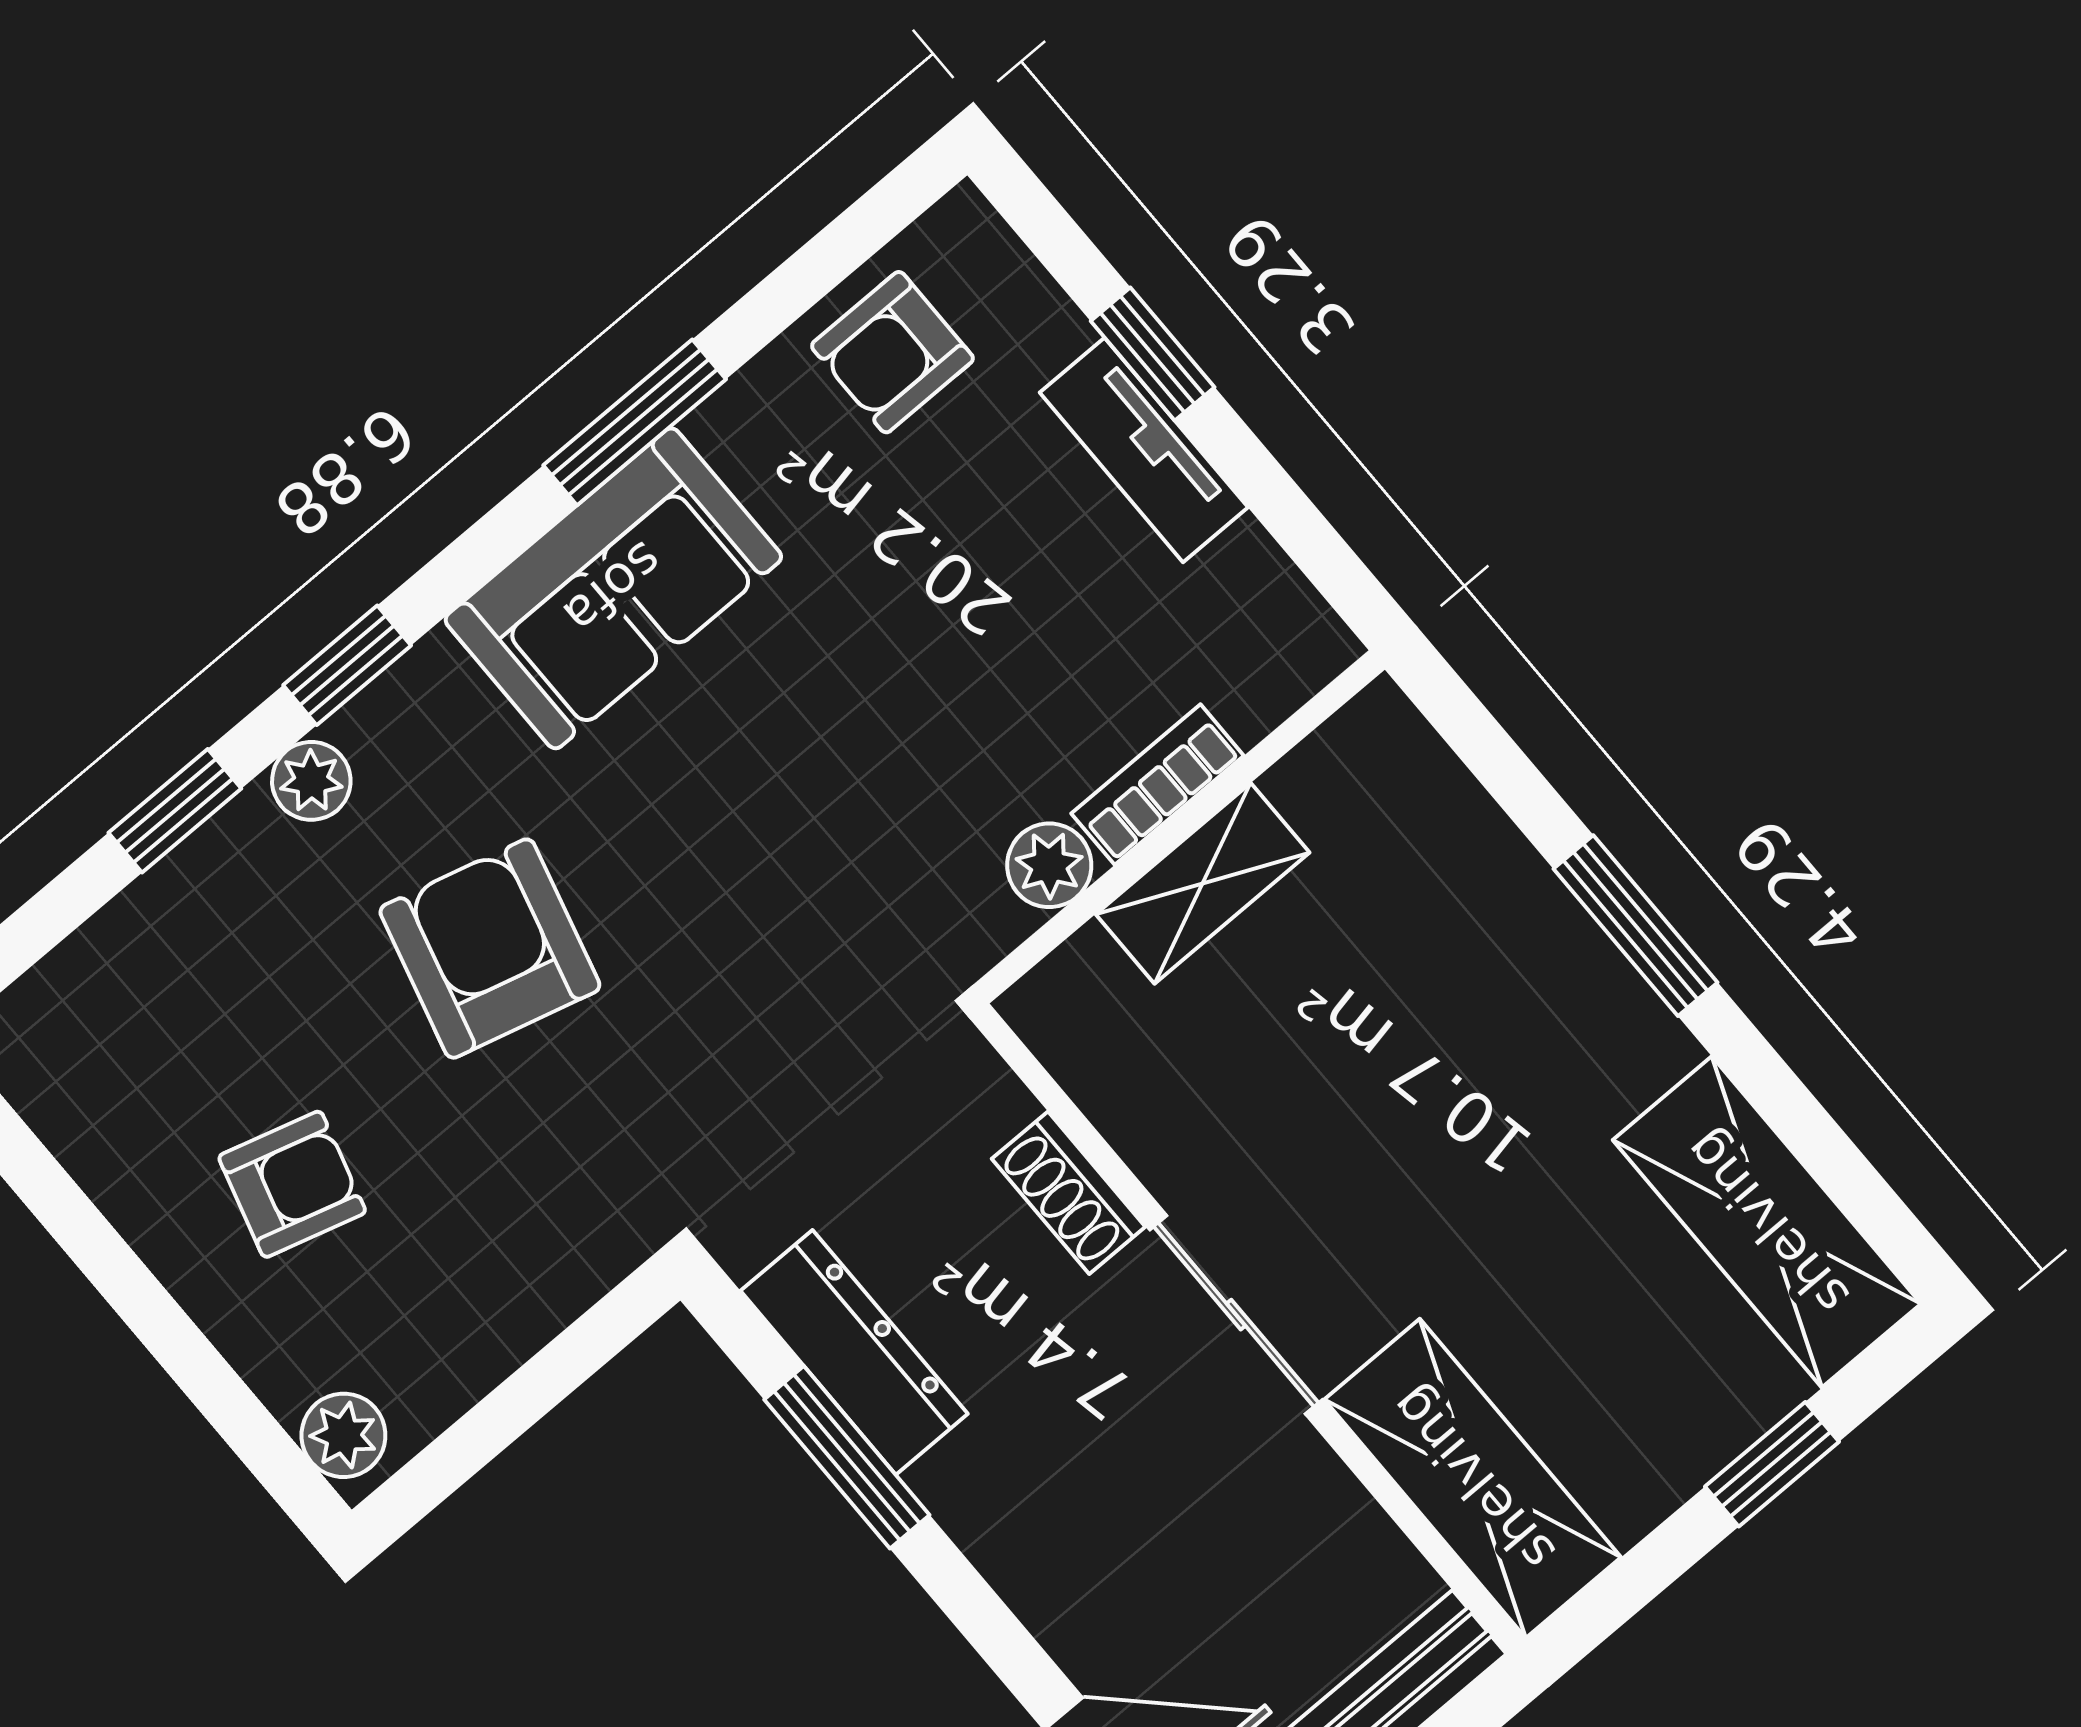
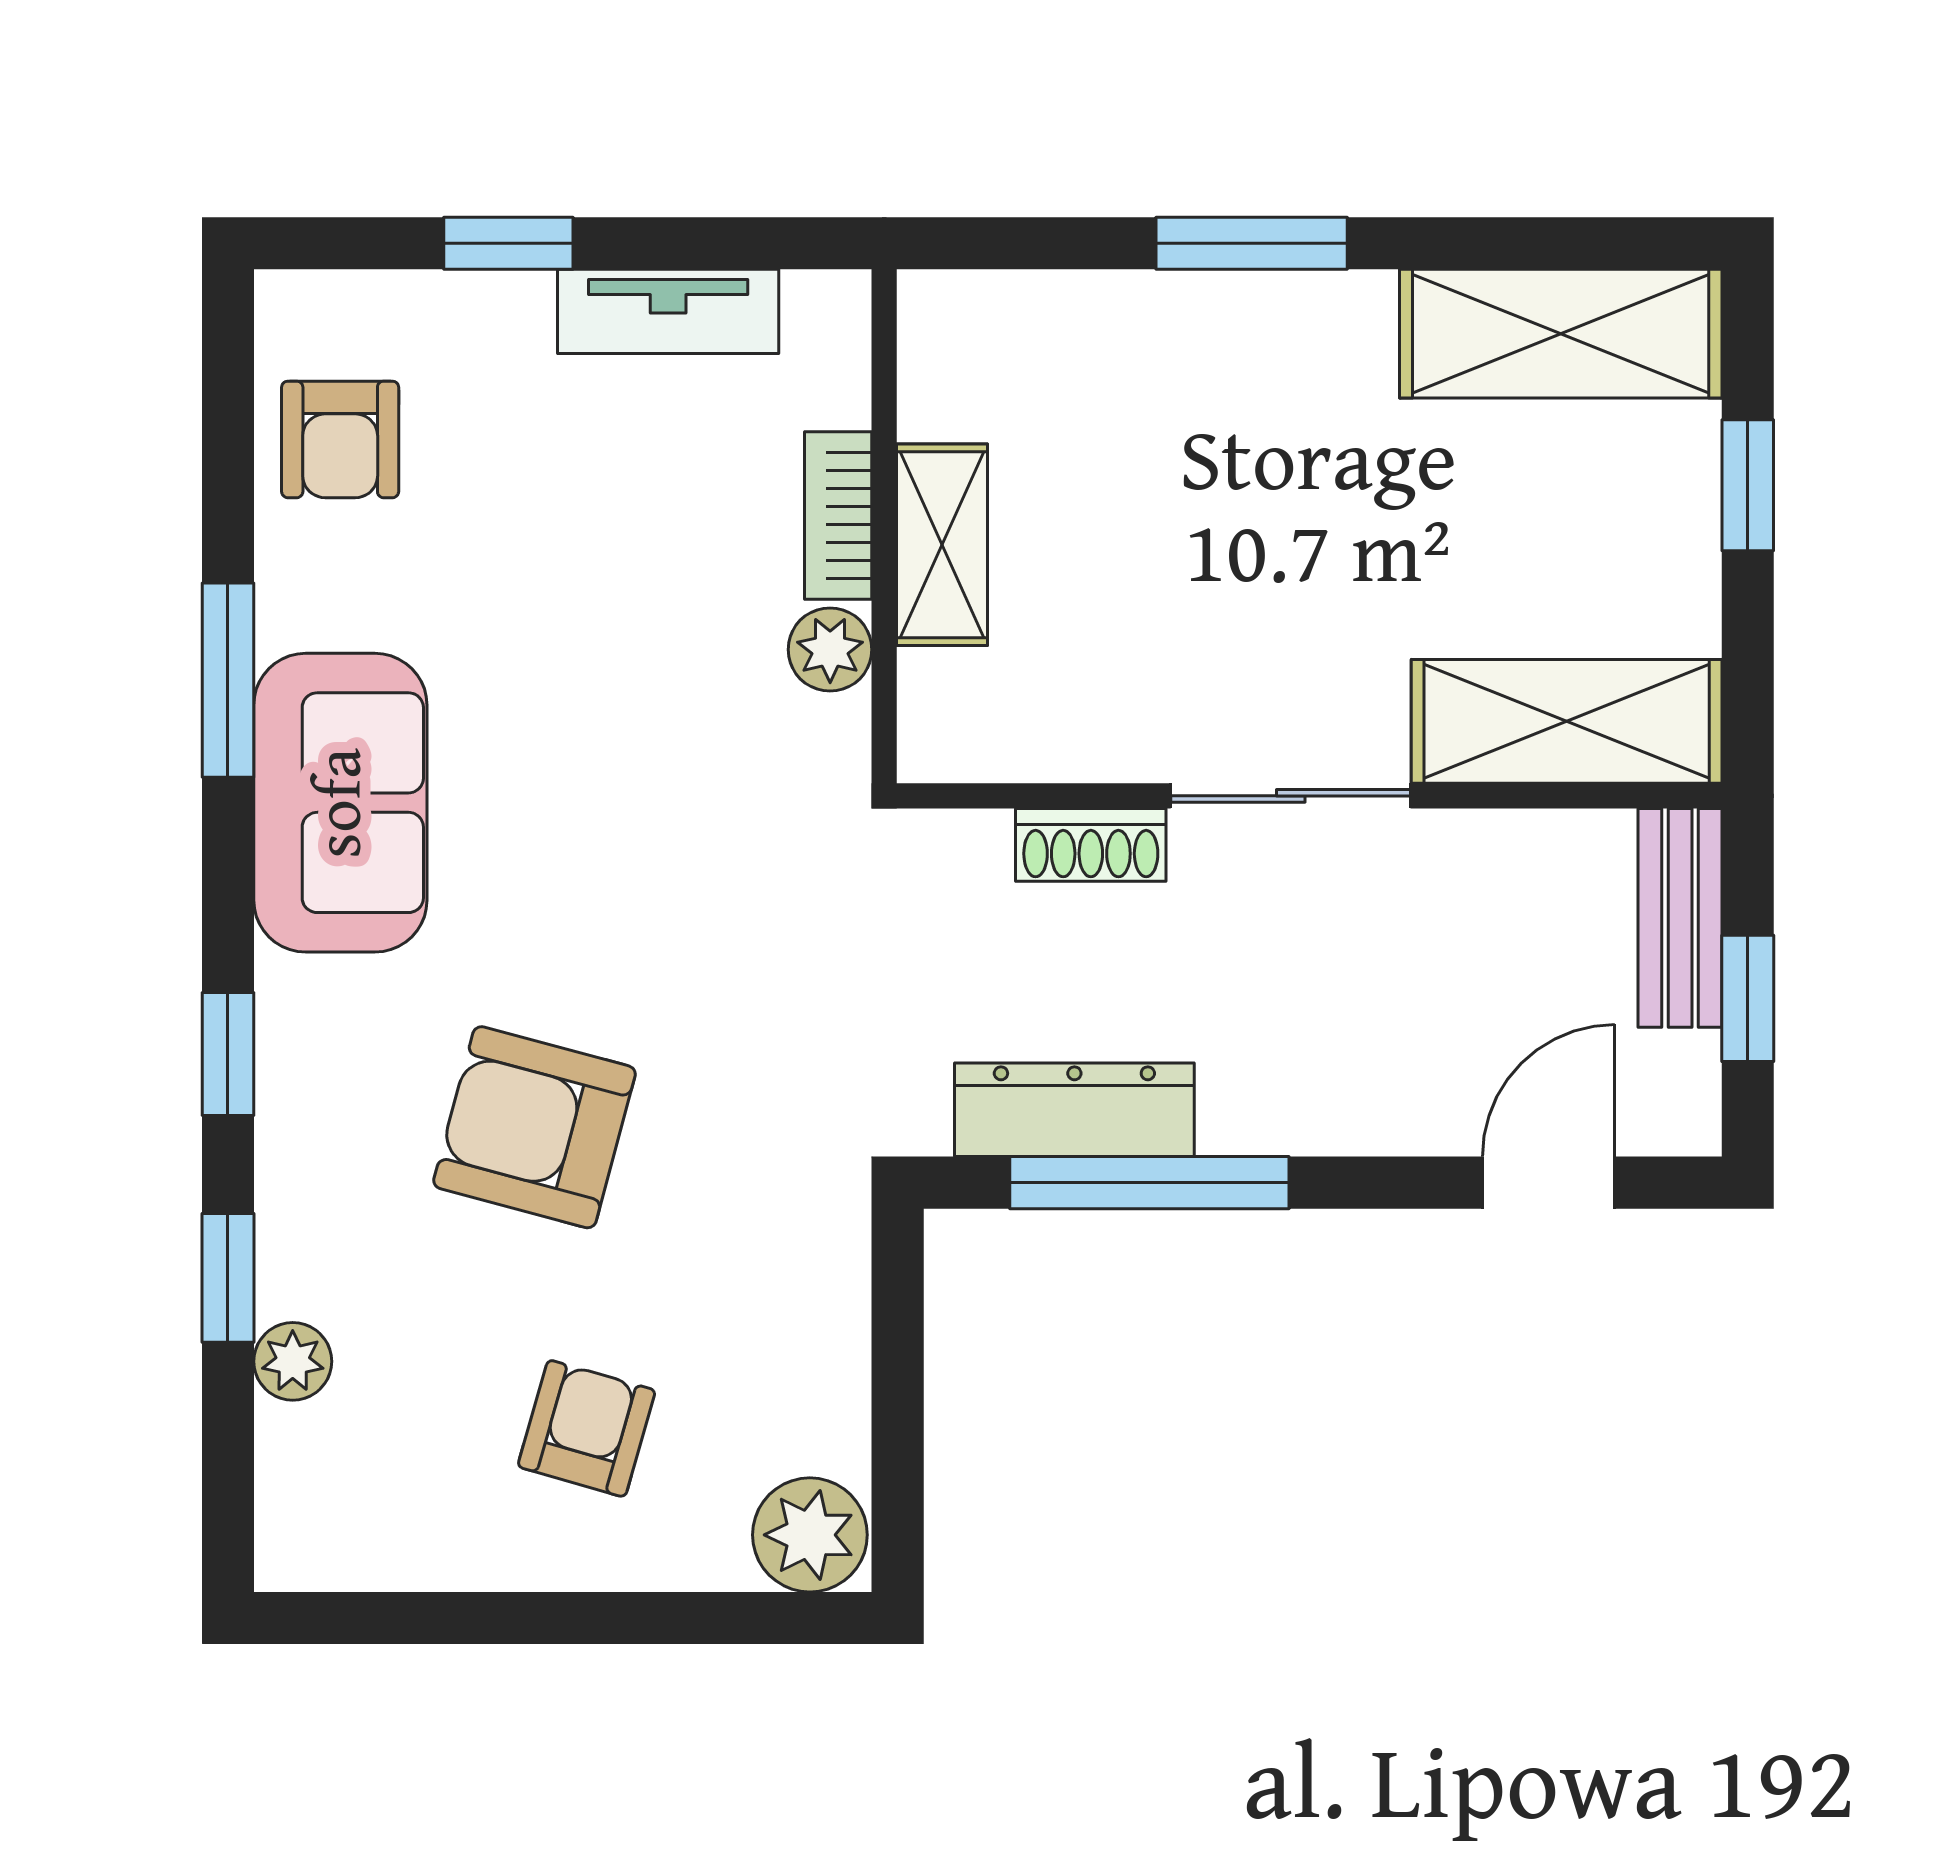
tv unit: (1144, 450) -> (668, 311), moved
plant: (311, 781) -> (293, 1361), moved
plant: (343, 1435) -> (810, 1535), width x1.38, depth x1.38
window: (847, 1457) -> (1149, 1183), width x1.44

